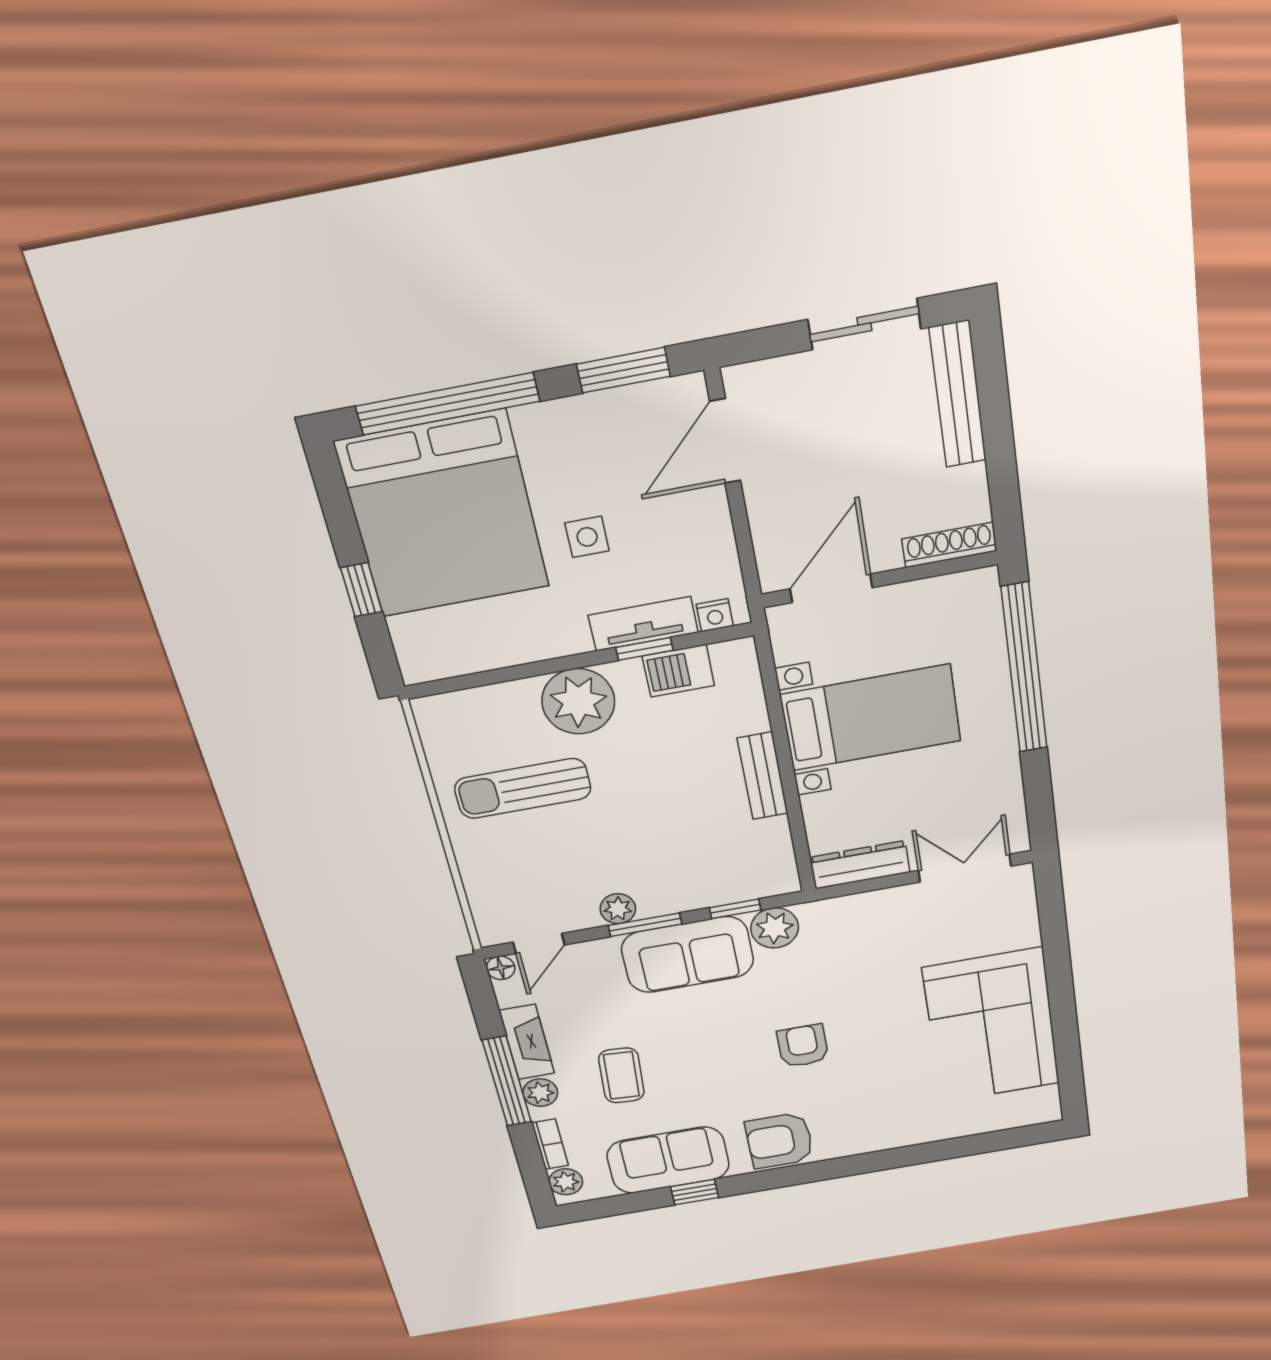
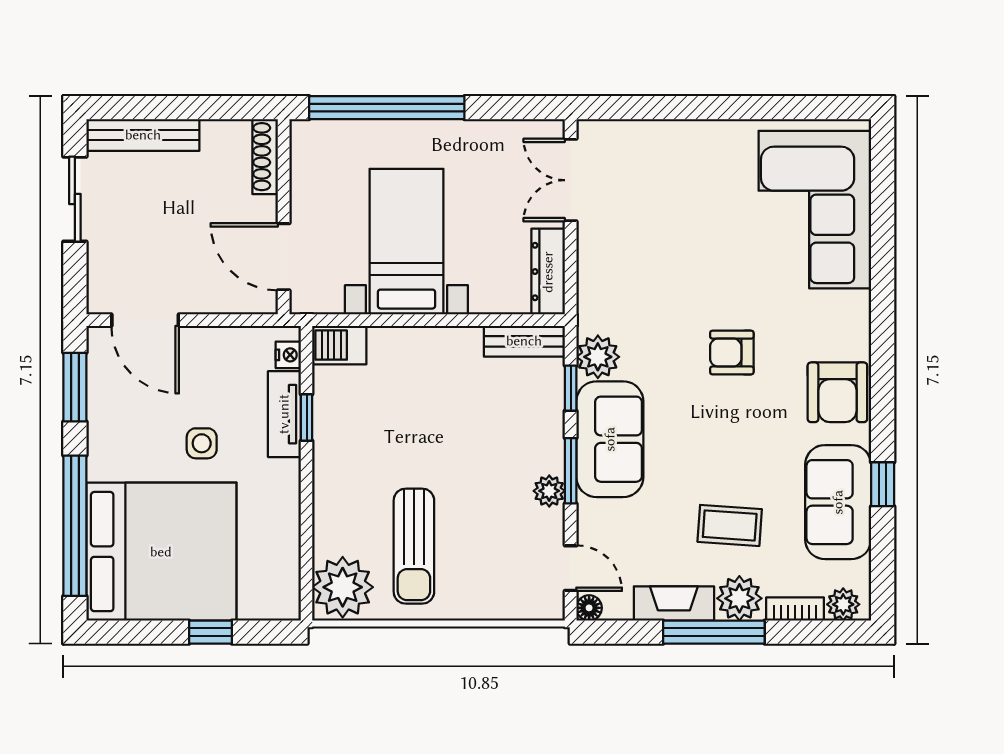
barbecue: (678, 671) -> (339, 345), moved, turned 90
plant: (578, 701) -> (343, 587), moved
bench: (763, 776) -> (524, 341), moved
corner sofa: (992, 1026) -> (815, 210), moved, turned 90
plant: (540, 1093) -> (739, 598), width x1.38, depth x1.38

